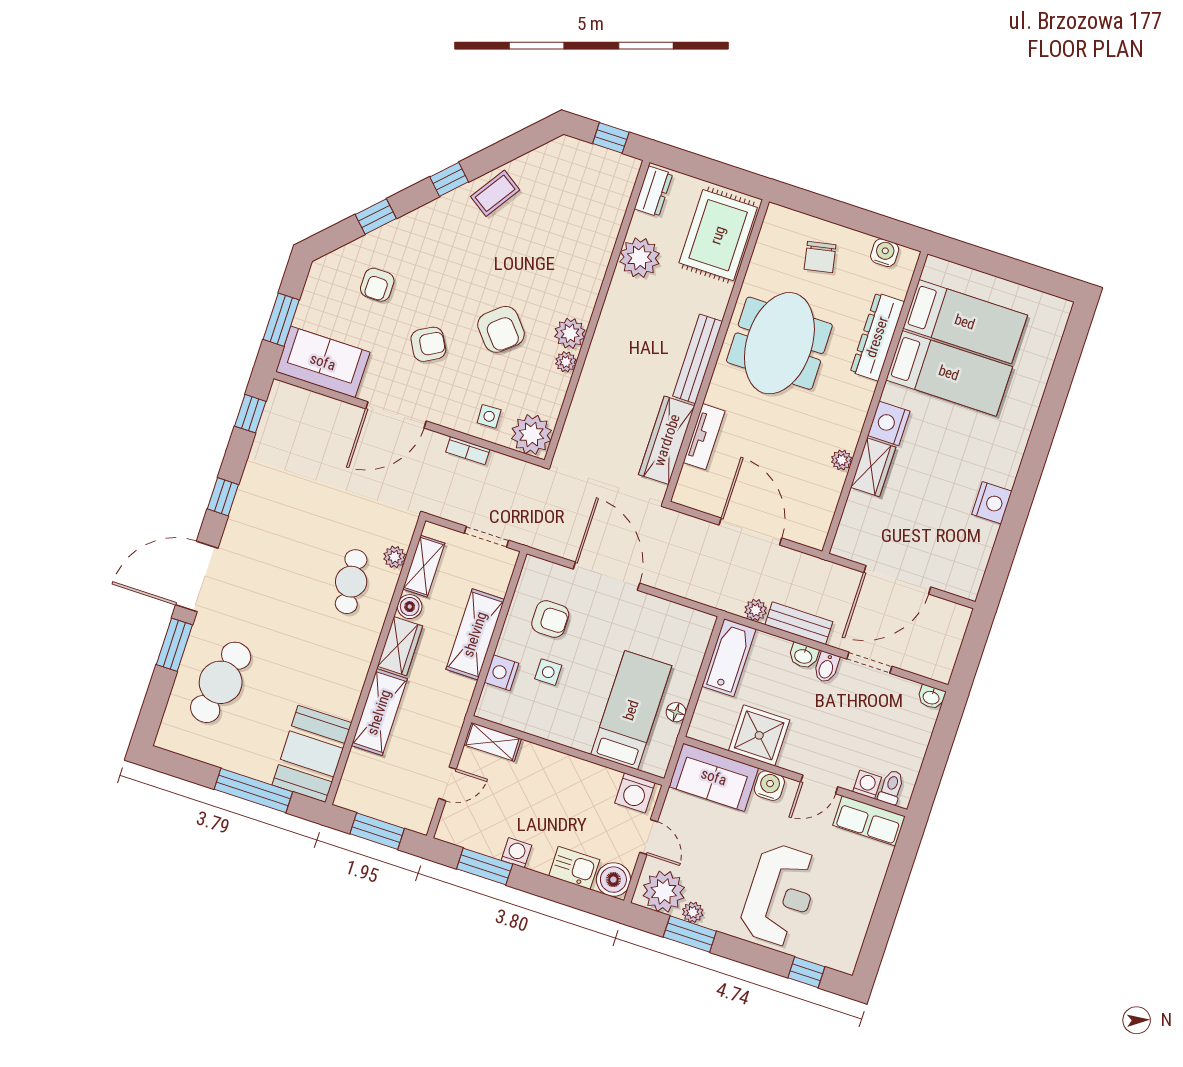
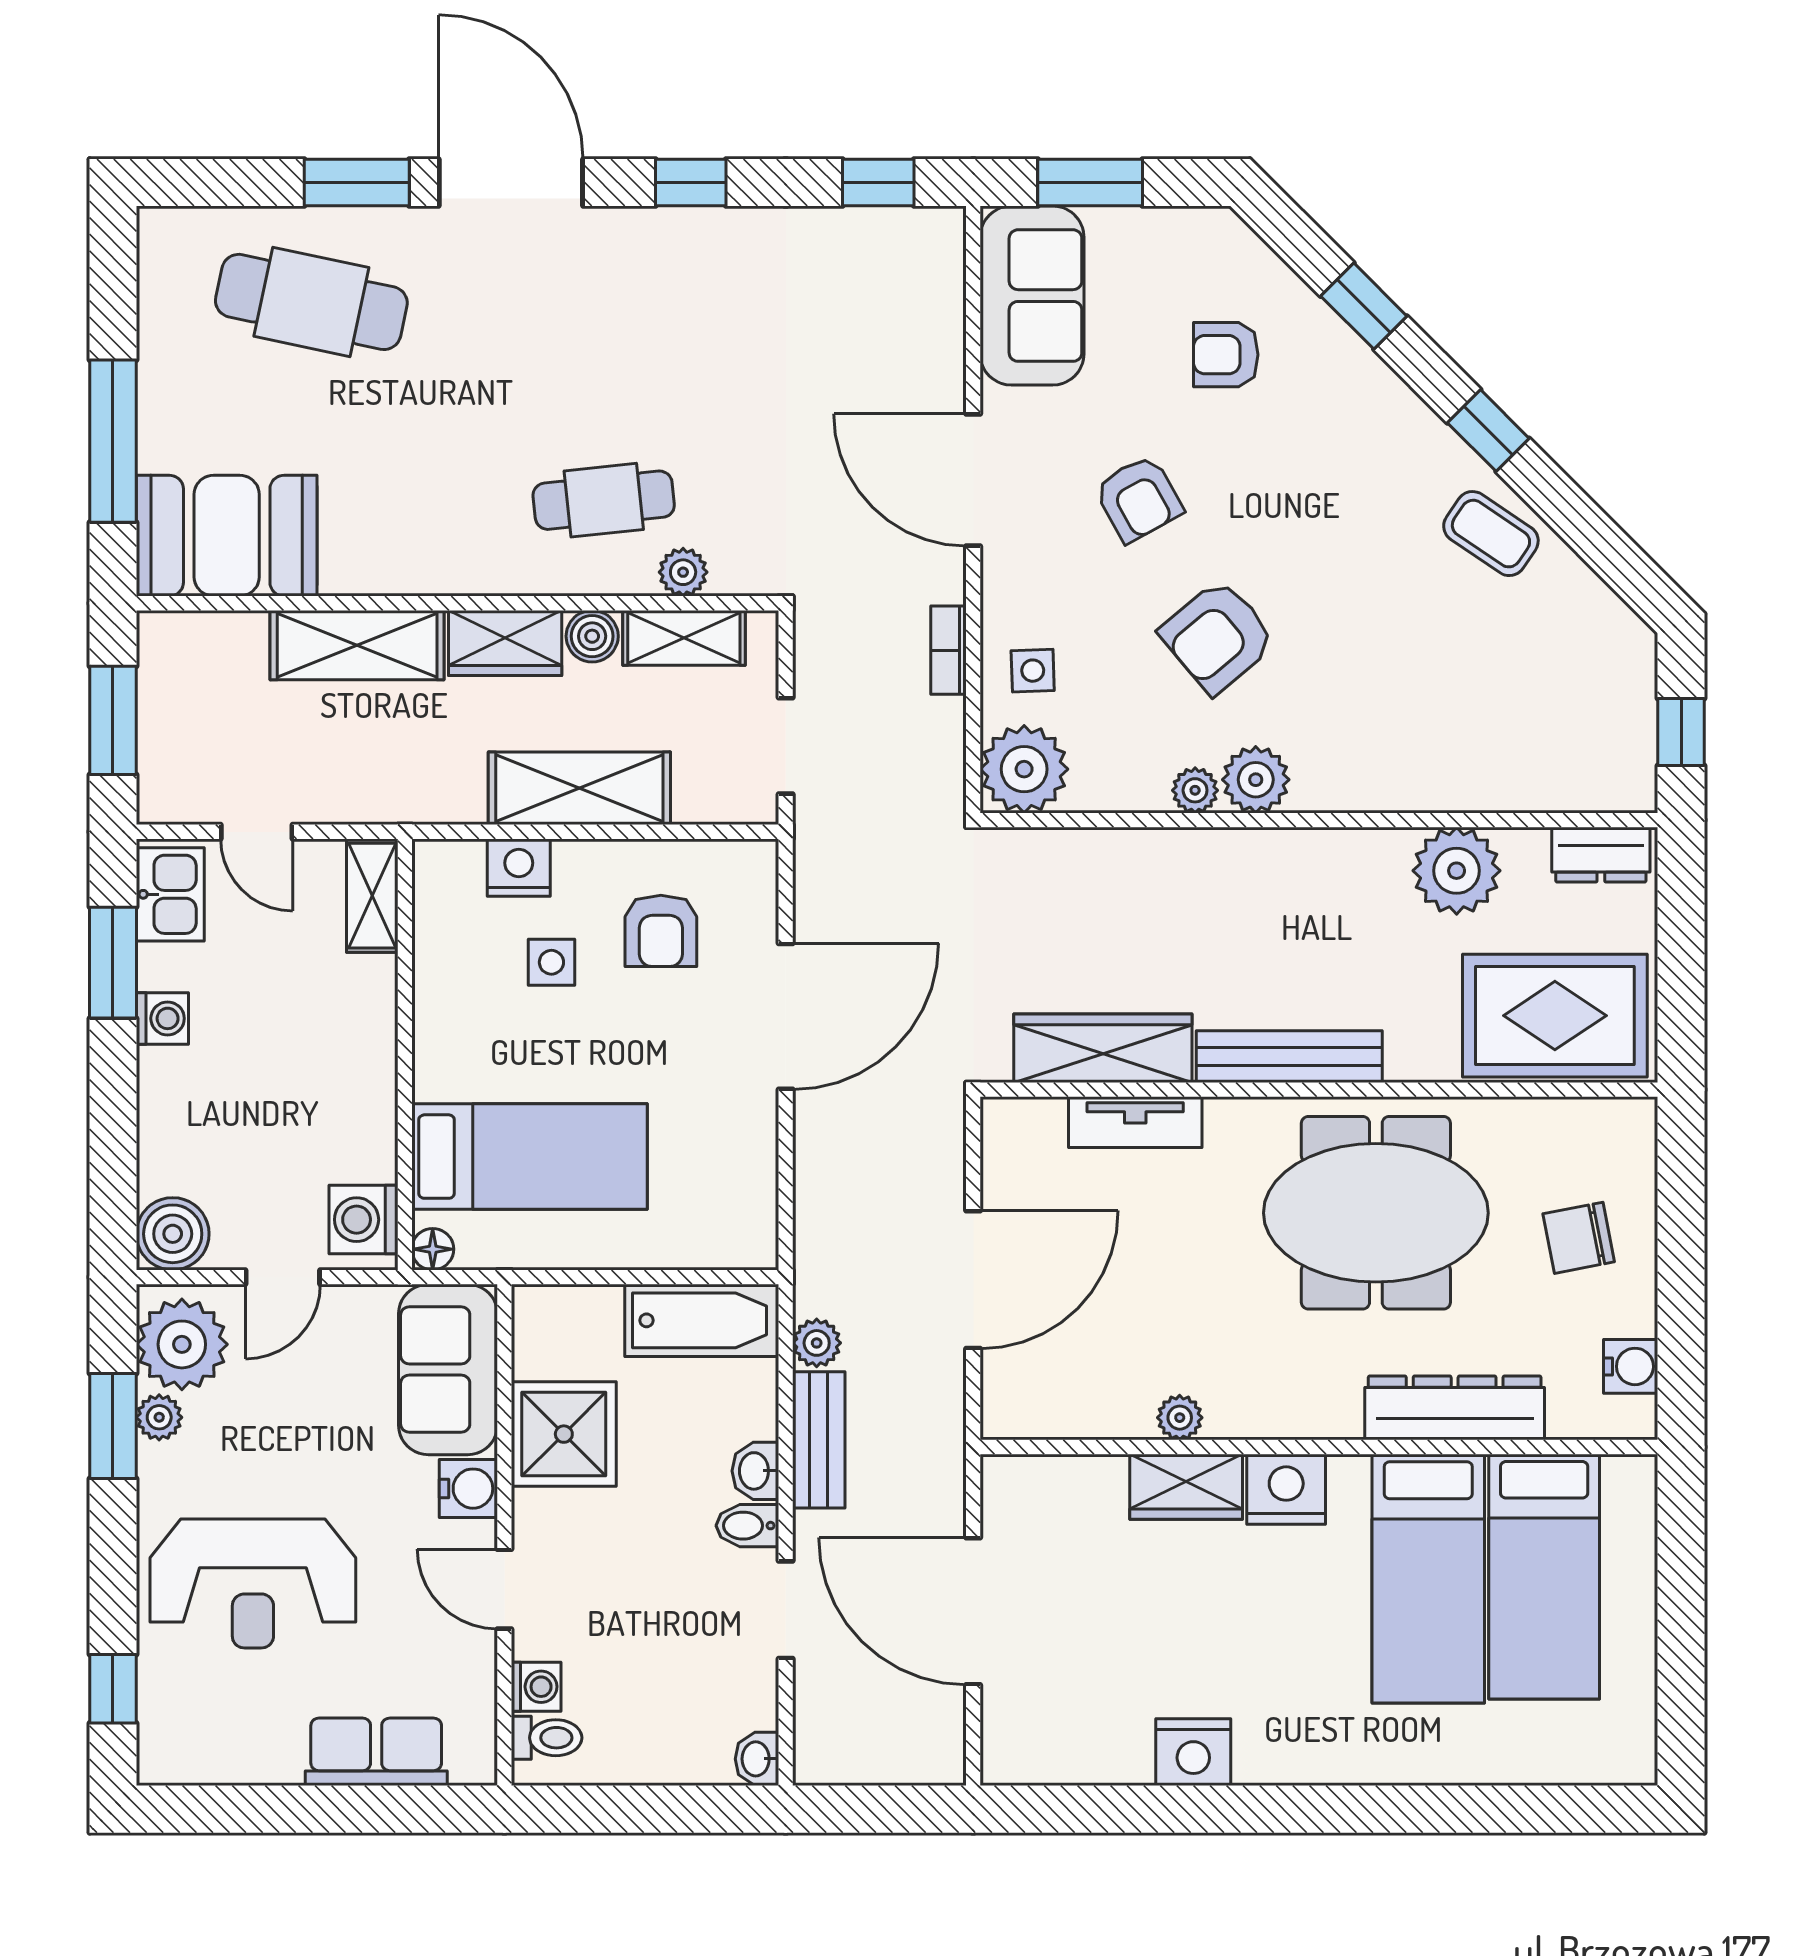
floor lamp: (676, 712) -> (433, 1249), moved
row of seats: (869, 821) -> (376, 1752), moved, turned 90
kitchen sink: (574, 868) -> (170, 894), moved

